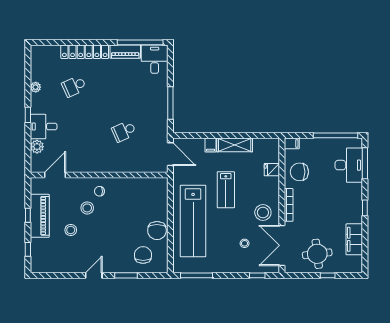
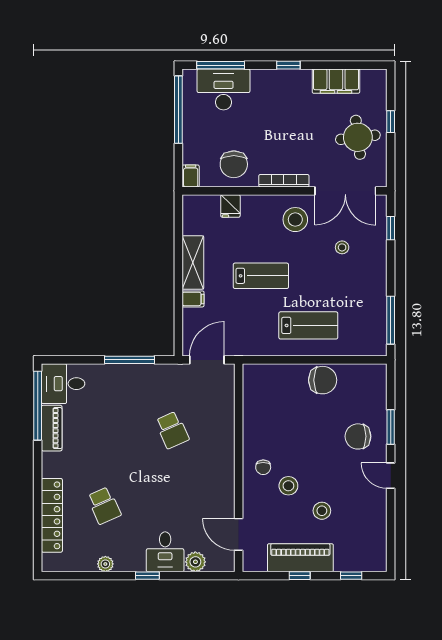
locker: (85, 52) -> (52, 515), moved
lab bench: (193, 221) -> (308, 325), width x0.54, depth x0.72
chair: (143, 255) -> (358, 436), moved

